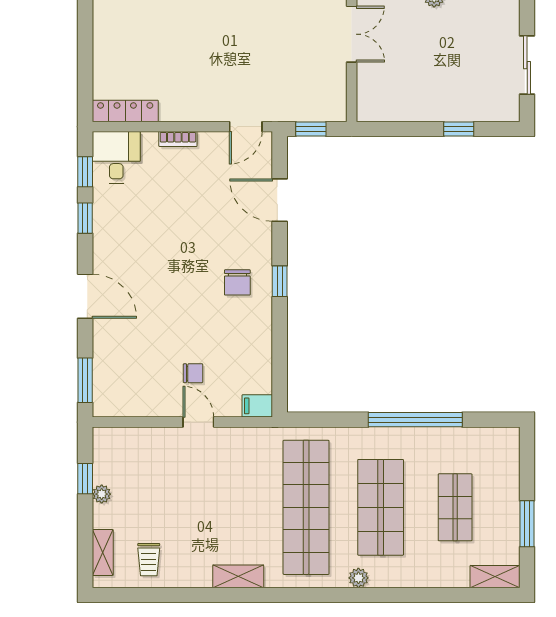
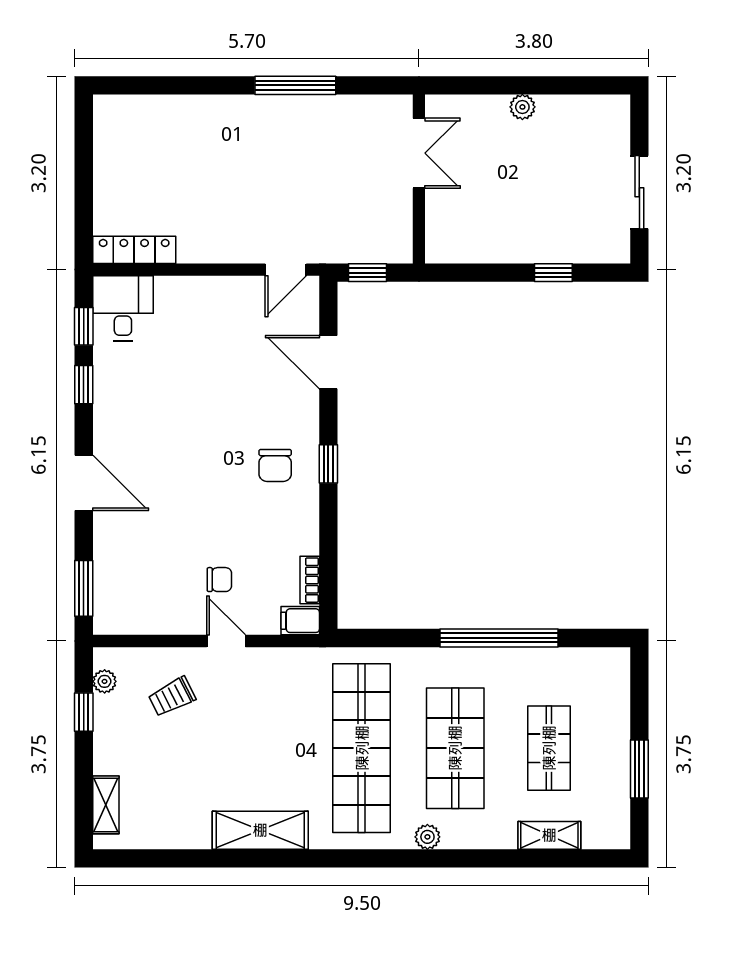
bookcase: (178, 139) -> (310, 580), moved, turned 90
plant: (102, 494) -> (105, 681), moved
trolley: (149, 560) -> (172, 697), moved, turned 63
shelving: (238, 576) -> (260, 830), width x1.50, depth x1.33
shelving: (495, 577) -> (549, 835), moved

